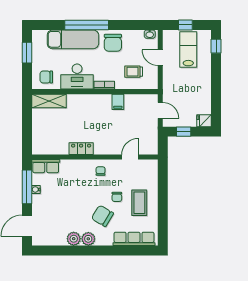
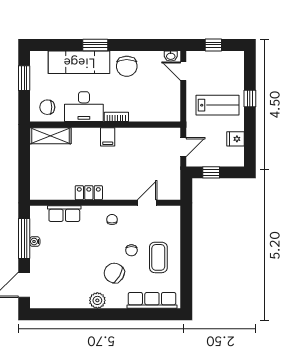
window: (87, 25) -> (95, 45), width x0.47
window: (216, 46) -> (250, 99), moved
lab bench: (188, 49) -> (218, 105), moved, turned 90
door: (160, 58) -> (183, 71), moved
trolley: (134, 72) -> (152, 101), removed
filing cabinet: (118, 102) -> (108, 137), moved
door: (160, 110) -> (183, 147), hinge flipped
fridge: (204, 121) -> (236, 139), moved
row of seats: (46, 166) -> (64, 214), moved
plant: (74, 239) -> (80, 300), removed

